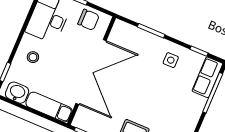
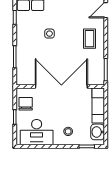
side table: (171, 60) -> (49, 34), moved

